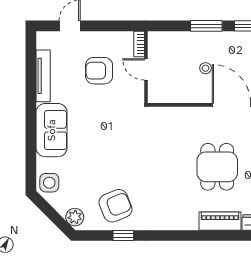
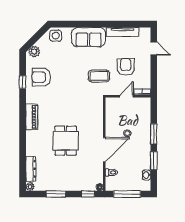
coffee table: (114, 114) -> (99, 76), added
dining table: (217, 167) -> (66, 141), turned 90
armchair: (116, 206) -> (41, 77), turned 112
piano: (220, 221) -> (32, 117), moved

